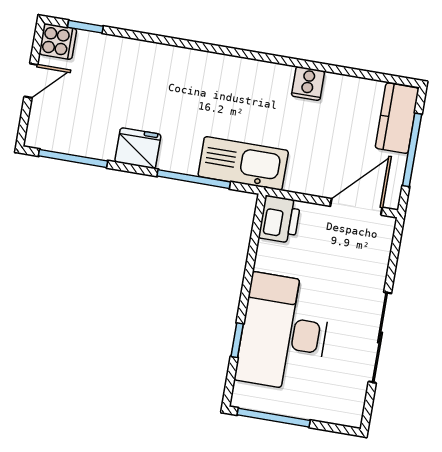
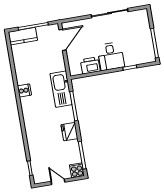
cooker: (58, 42) -> (77, 170), moved
cooker: (308, 84) -> (24, 90), moved
door: (356, 207) -> (62, 40), swing flipped
printer: (280, 219) -> (90, 65), moved
desk: (284, 332) -> (111, 56), width x0.53, depth x0.77

